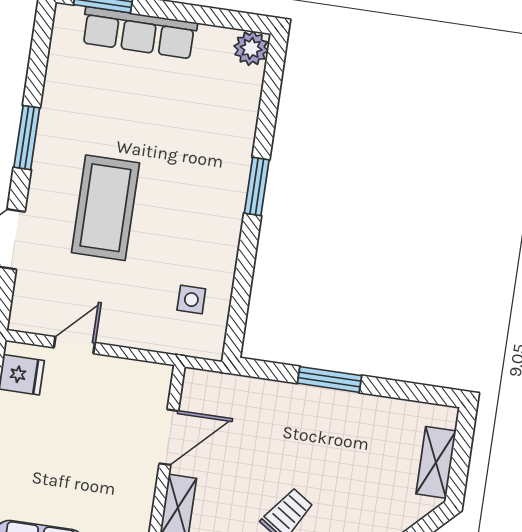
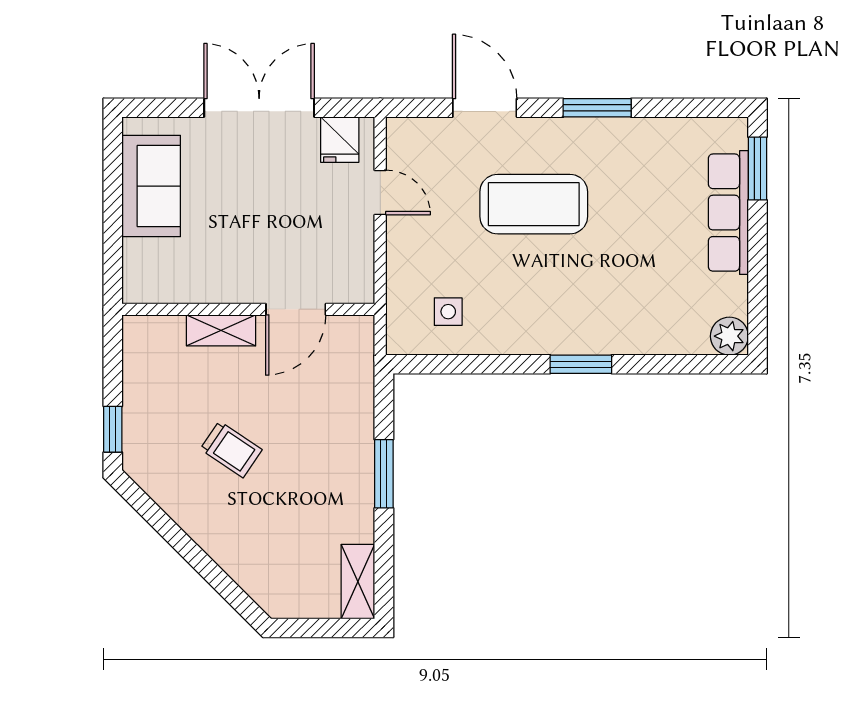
door: (169, 437) -> (296, 309), hinge flipped
shelving: (436, 462) -> (358, 582), moved, turned 90

